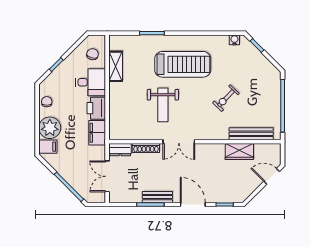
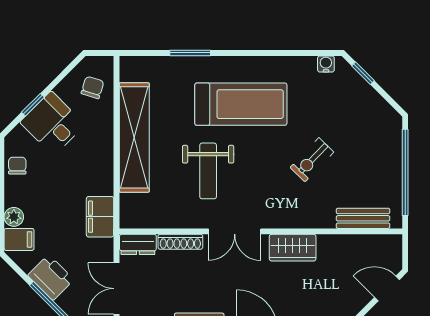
shelving: (116, 66) -> (134, 137), width x2.20, depth x1.33
desk: (91, 82) -> (52, 123), moved, turned -135
printer: (96, 108) -> (51, 277), moved, turned 135
plant: (50, 128) -> (14, 217), width x0.53, depth x0.53
bench: (251, 134) -> (363, 218), width x0.73
wardrobe: (239, 152) -> (293, 248), moved

